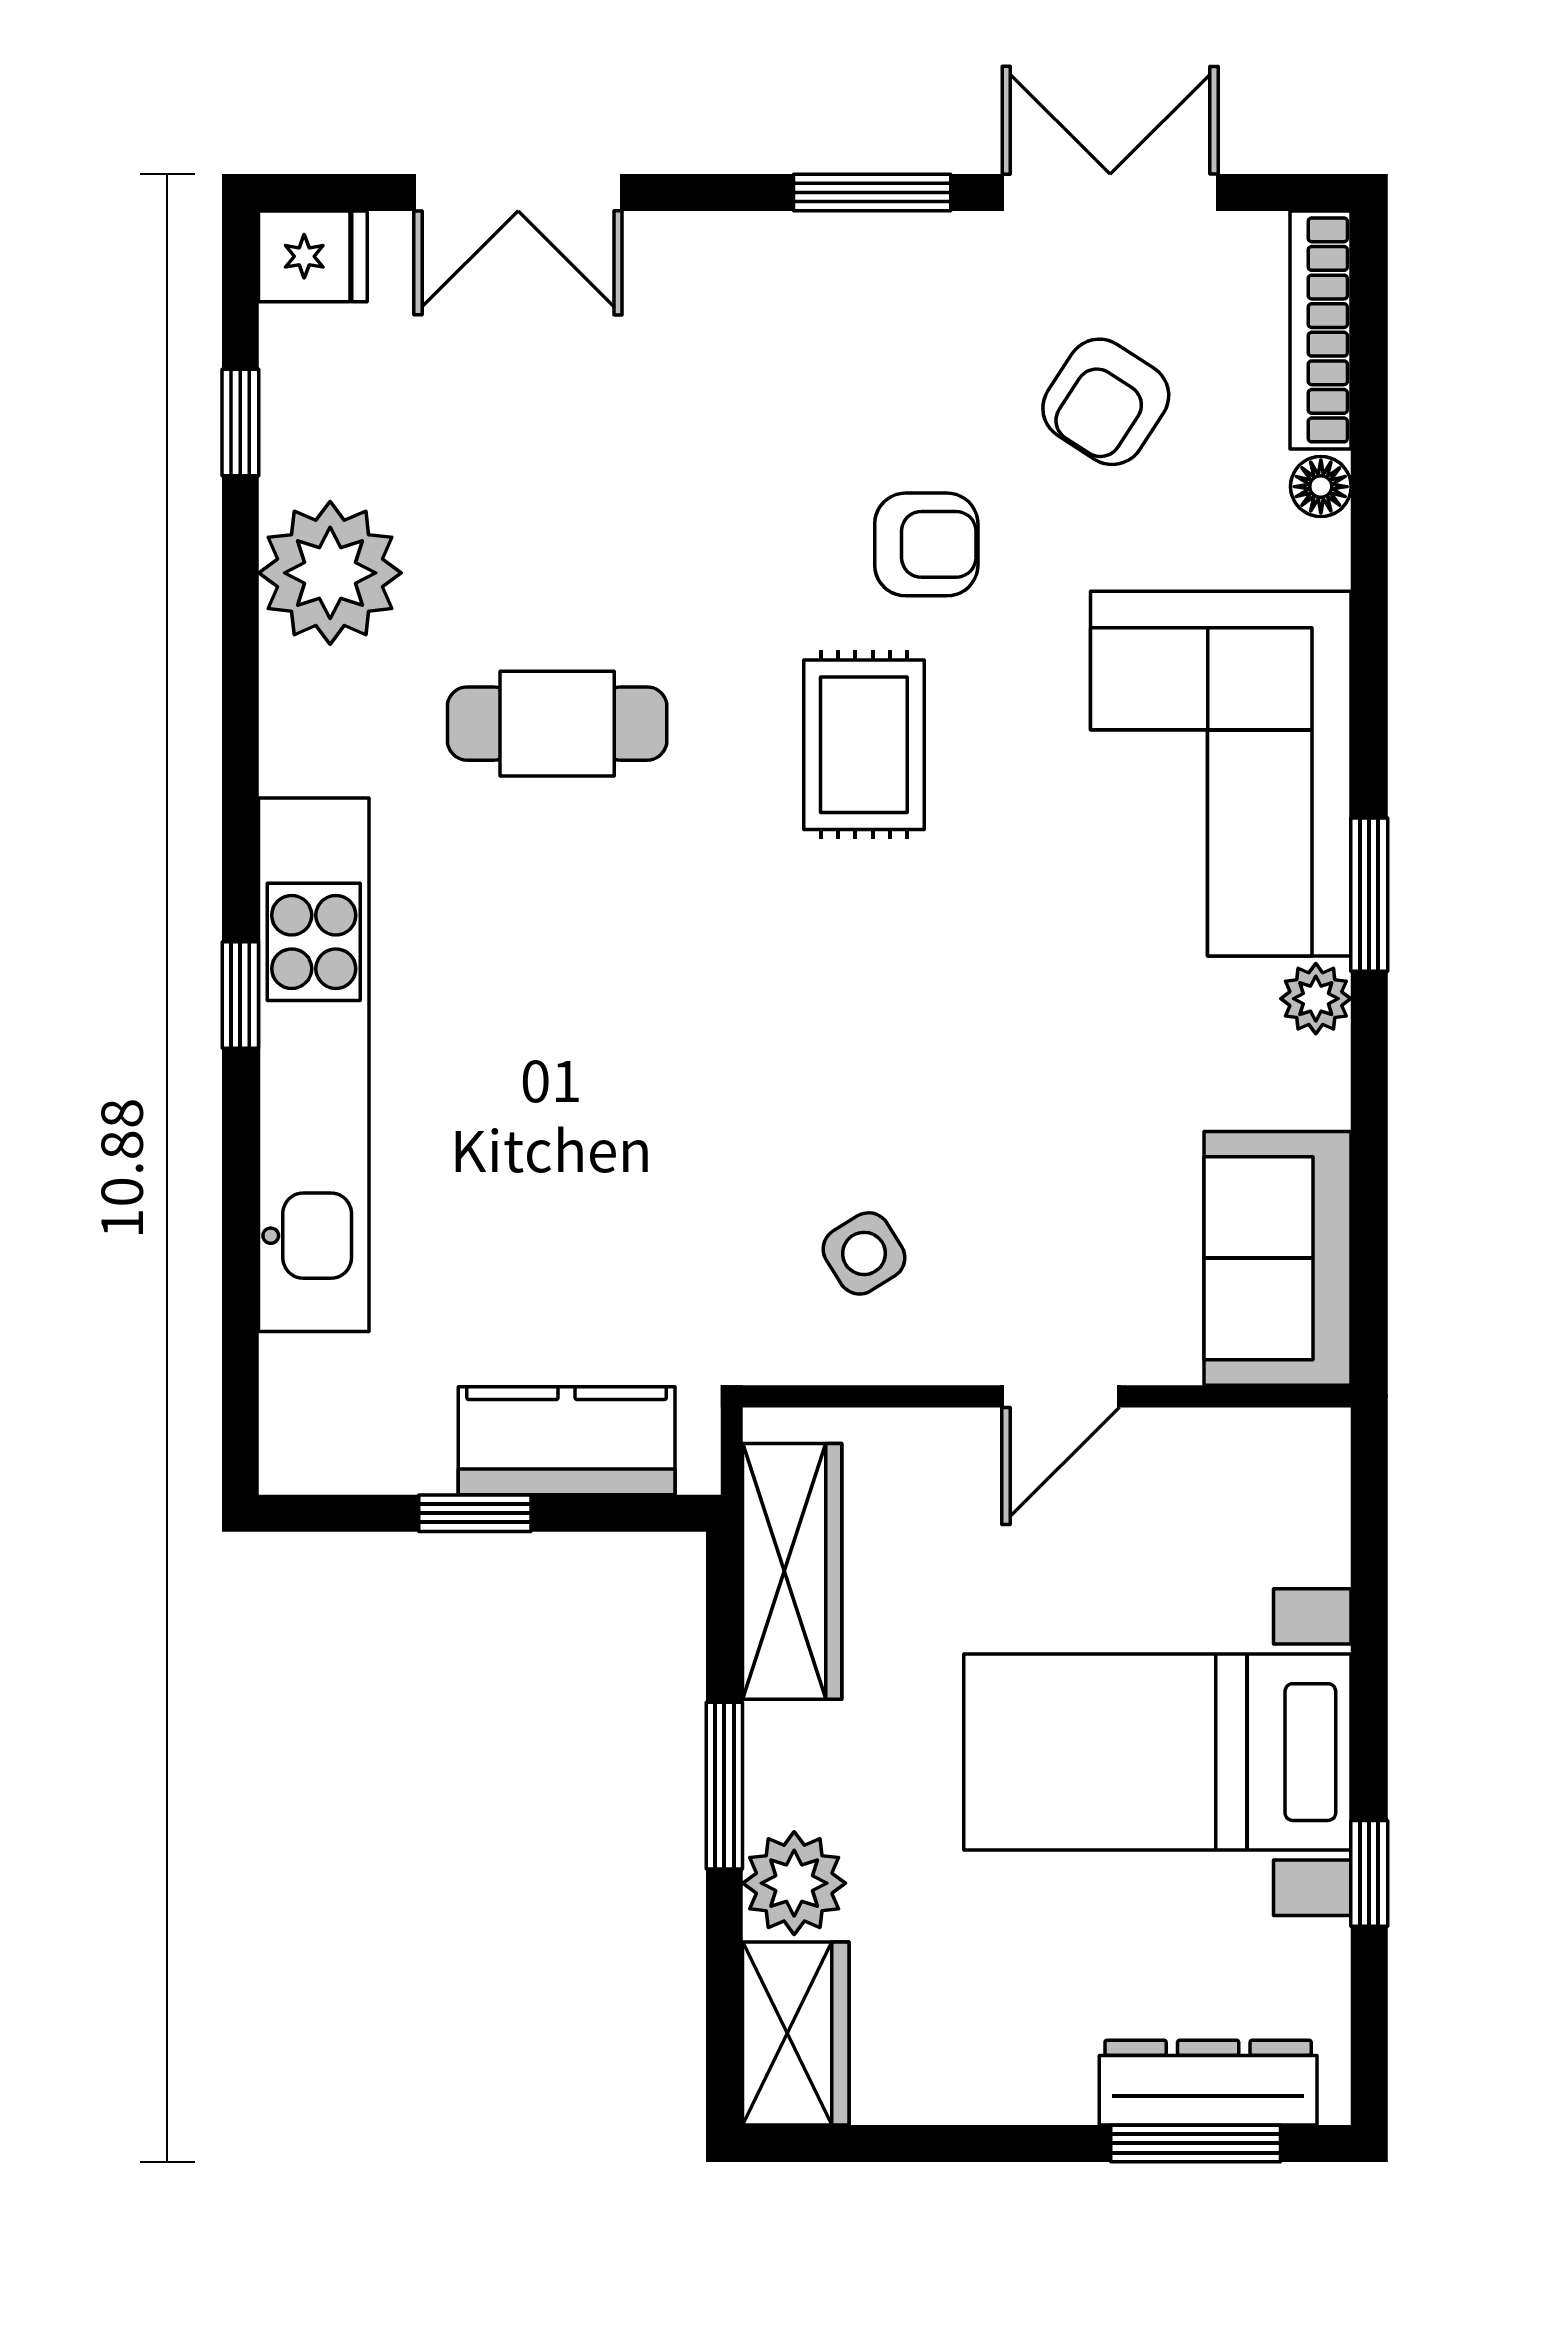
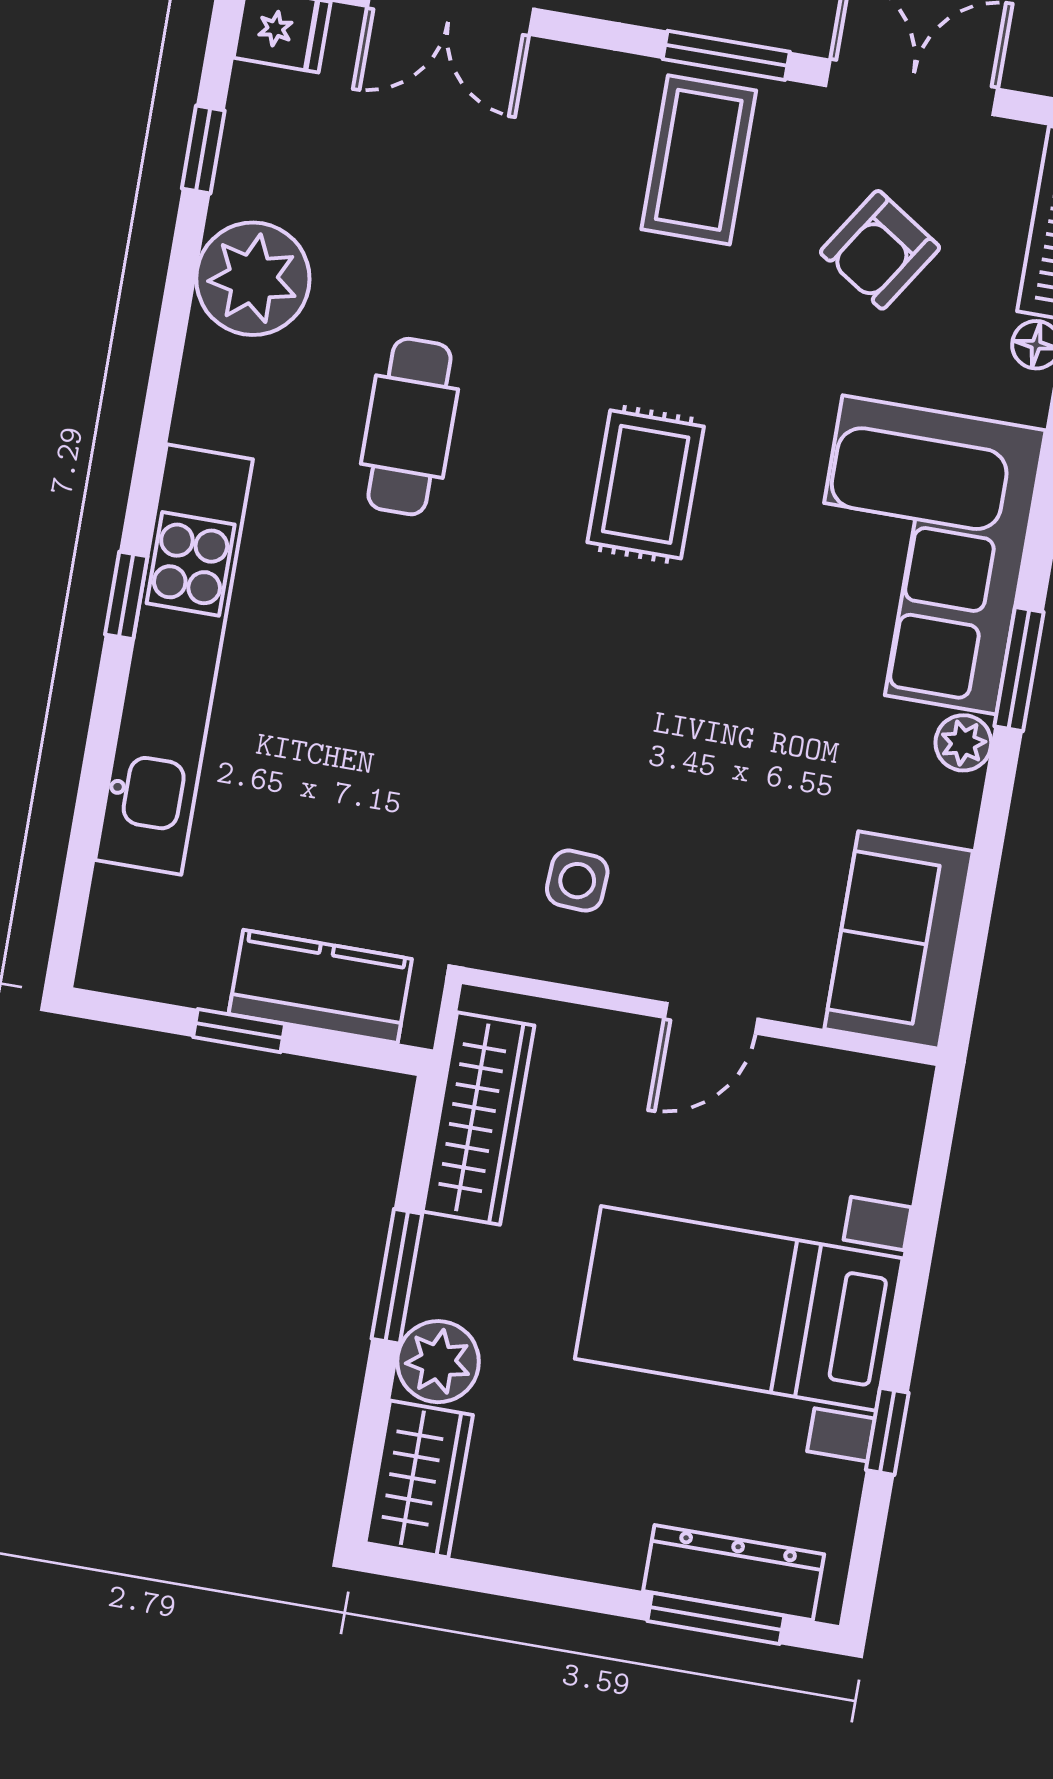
coffee table: (860, 329) -> (699, 160), added
armchair: (926, 544) -> (721, 337), removed
cafe table: (557, 724) -> (409, 427), turned 90
side table: (864, 1253) -> (577, 881), turned 35

